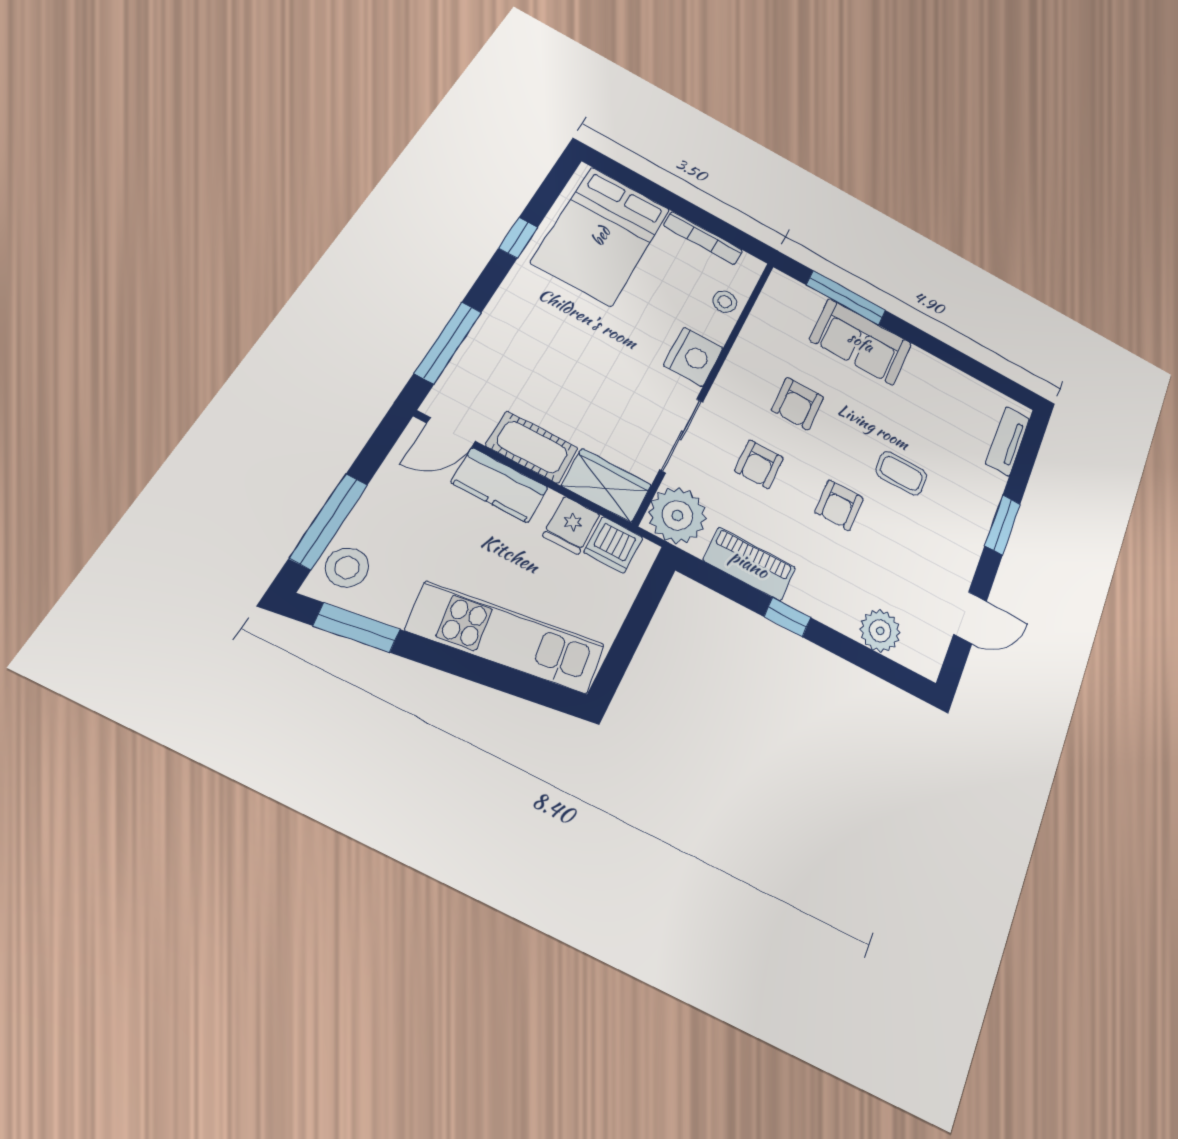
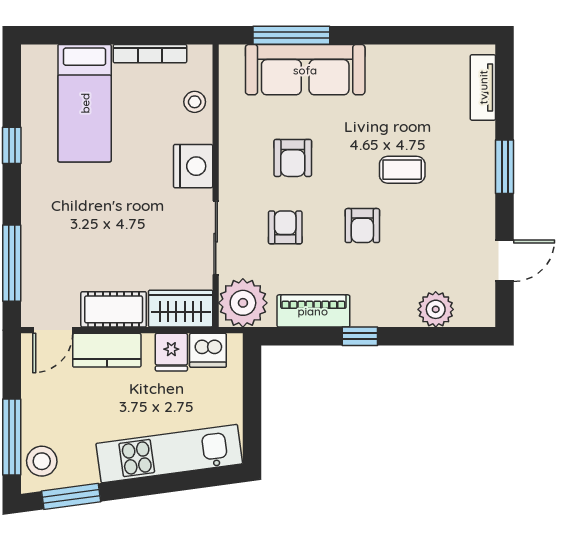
bed: (601, 236) -> (85, 103), width x0.67
sofa: (861, 342) -> (305, 70), width x1.36
armchair: (759, 464) -> (285, 227), turned 180

